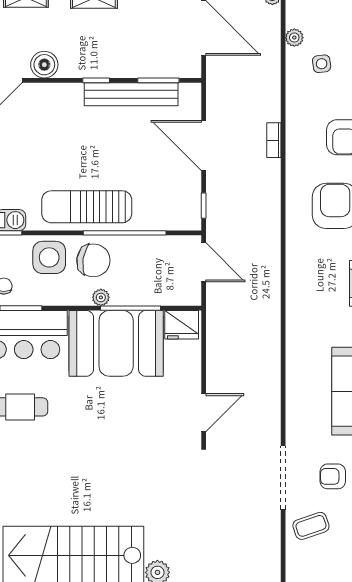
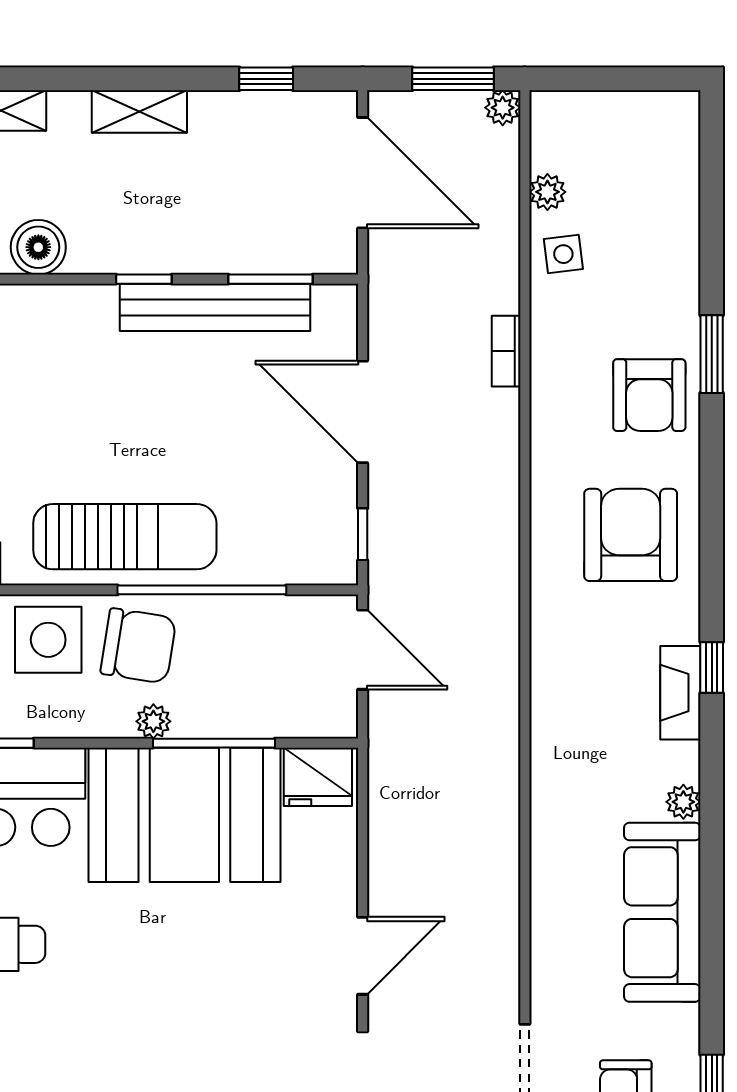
side table: (322, 64) -> (563, 254), moved
bookcase: (274, 140) -> (506, 351), moved
sun lounger: (87, 207) -> (125, 537), turned 180

